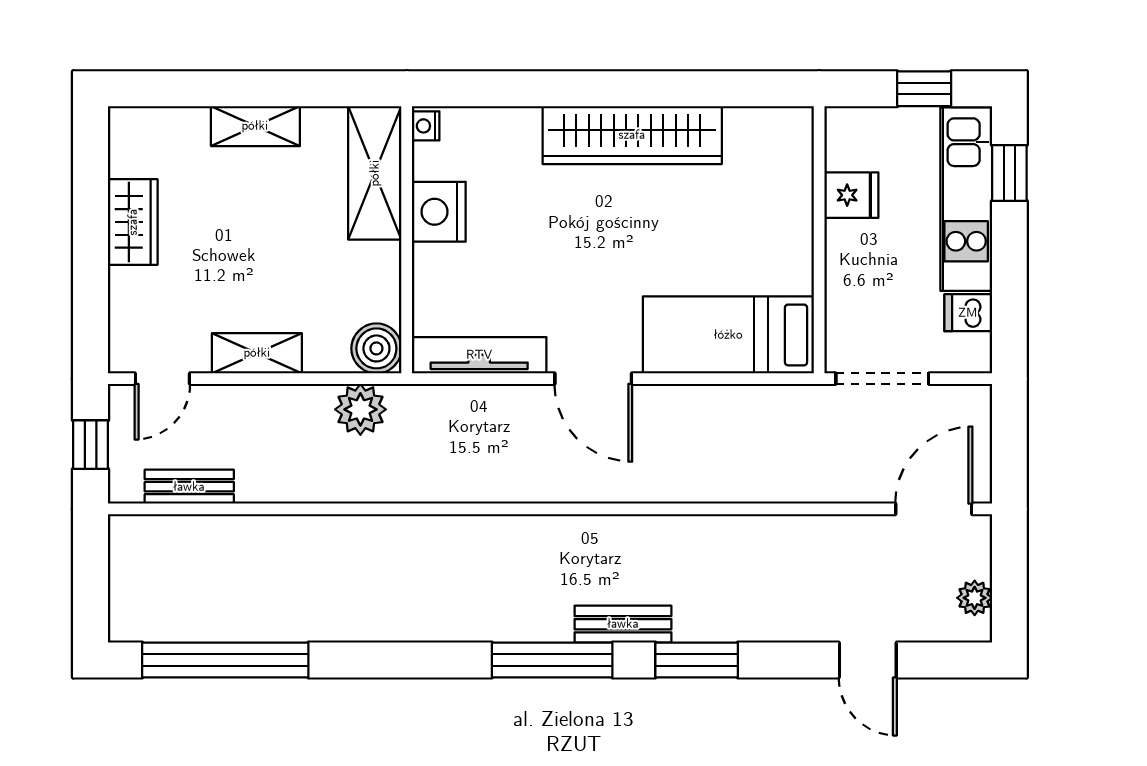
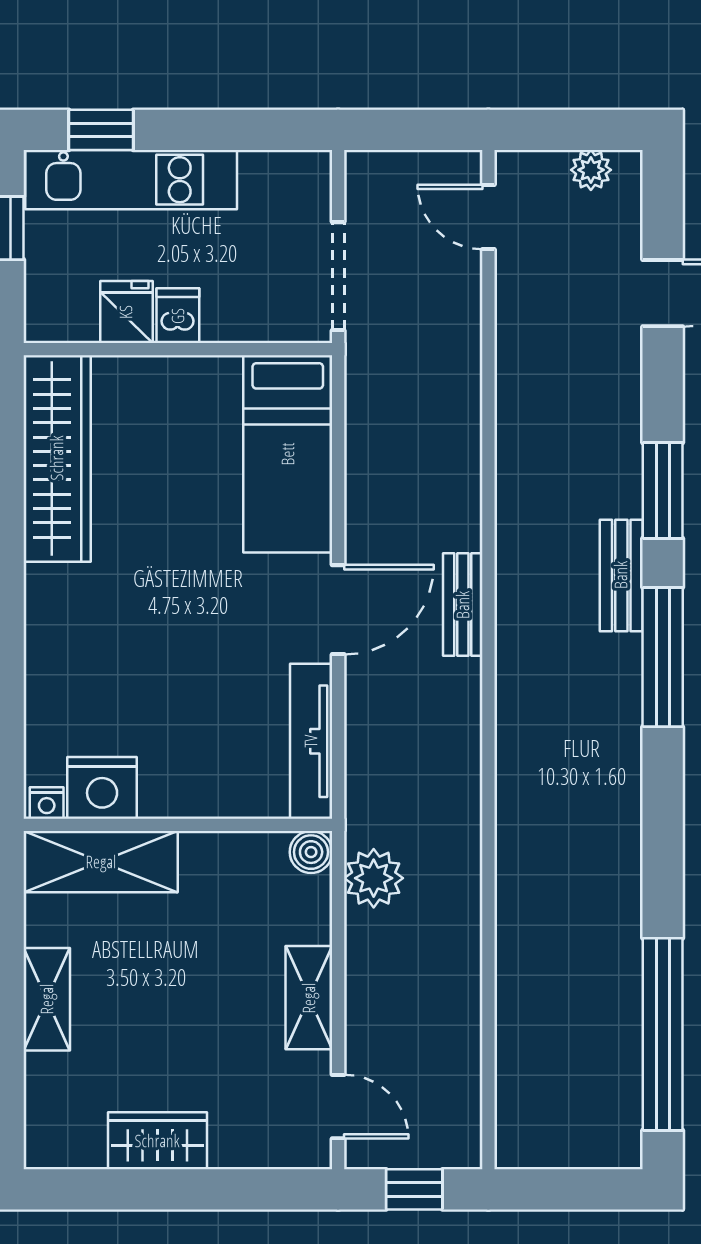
wardrobe: (632, 135) -> (57, 458), moved
nightstand: (439, 212) -> (102, 788), moved
dishwasher: (968, 313) -> (178, 316), moved, turned 180
boiler: (376, 348) -> (311, 852), width x0.73, depth x0.73
bench: (189, 487) -> (463, 605), moved
door: (934, 509) -> (488, 217), width x0.73

